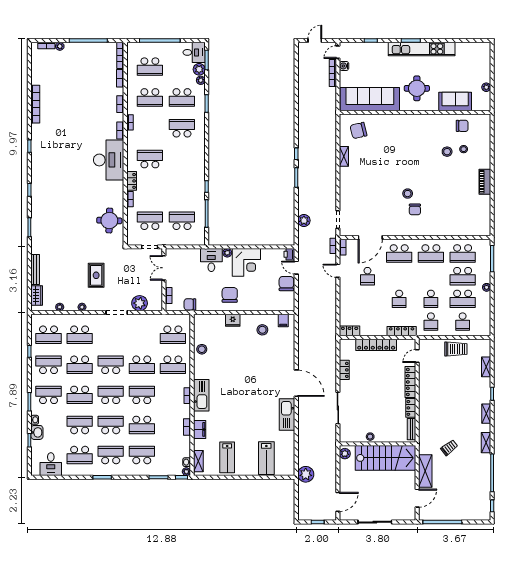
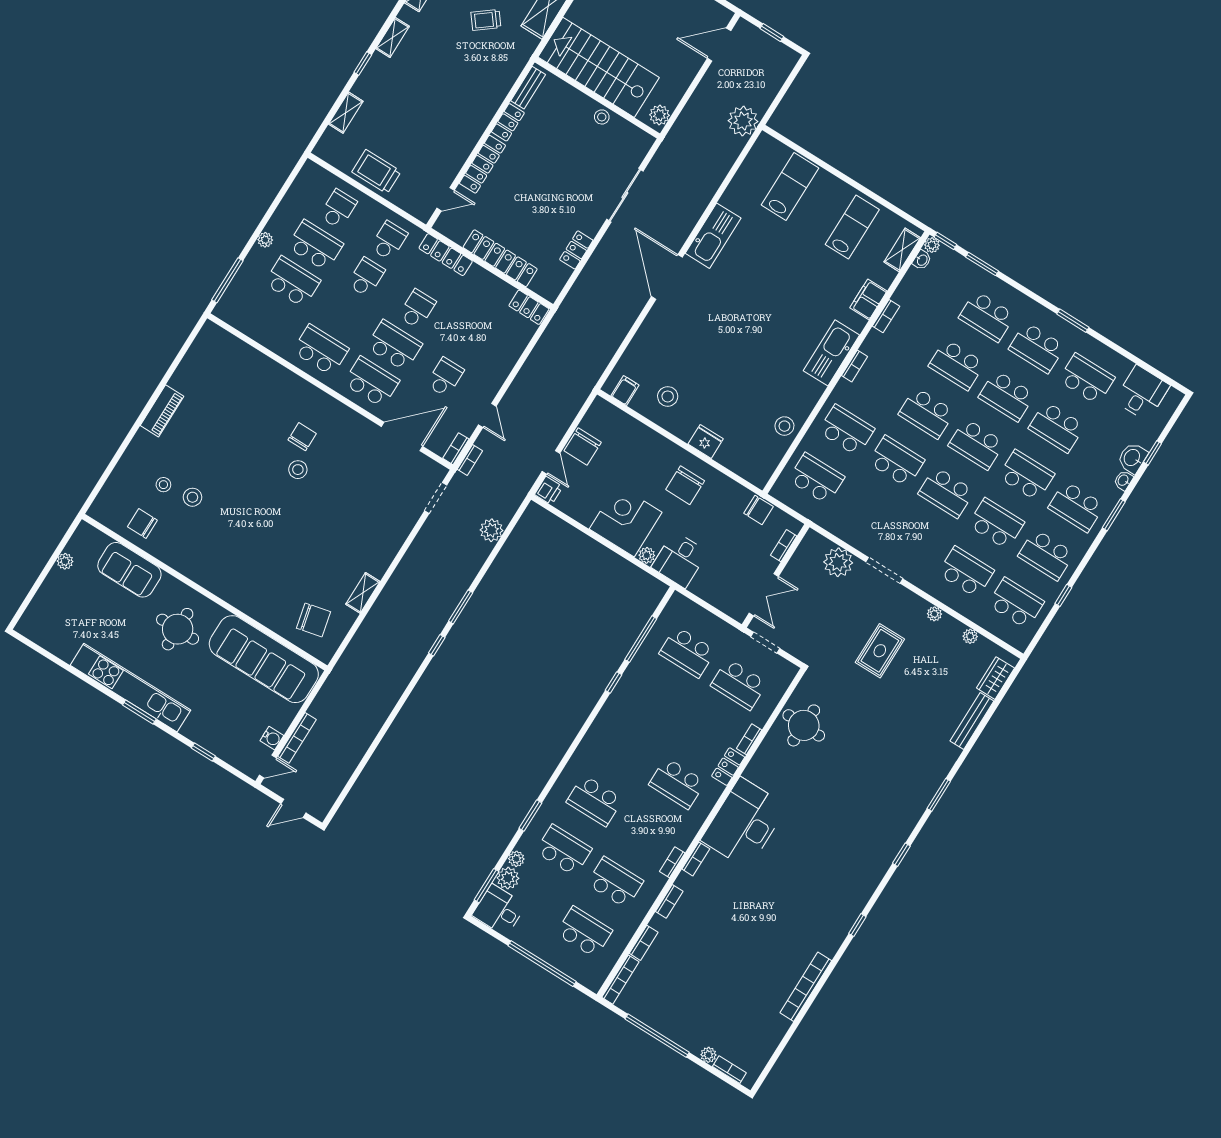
school desk: (463, 253) -> (394, 345), moved
school desk: (142, 425) -> (957, 365), turned 180

